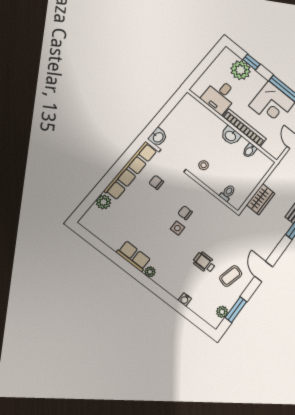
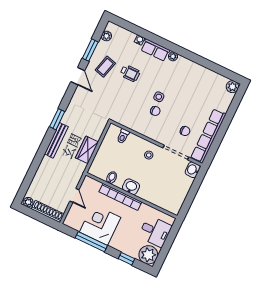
plant: (241, 70) -> (148, 255), moved
desk: (220, 96) -> (155, 231), moved, turned 90
wardrobe: (261, 199) -> (87, 150), moved
plant: (103, 202) -> (232, 87), moved
row of seats: (134, 256) -> (155, 50), moved
window: (236, 310) -> (90, 50), moved

